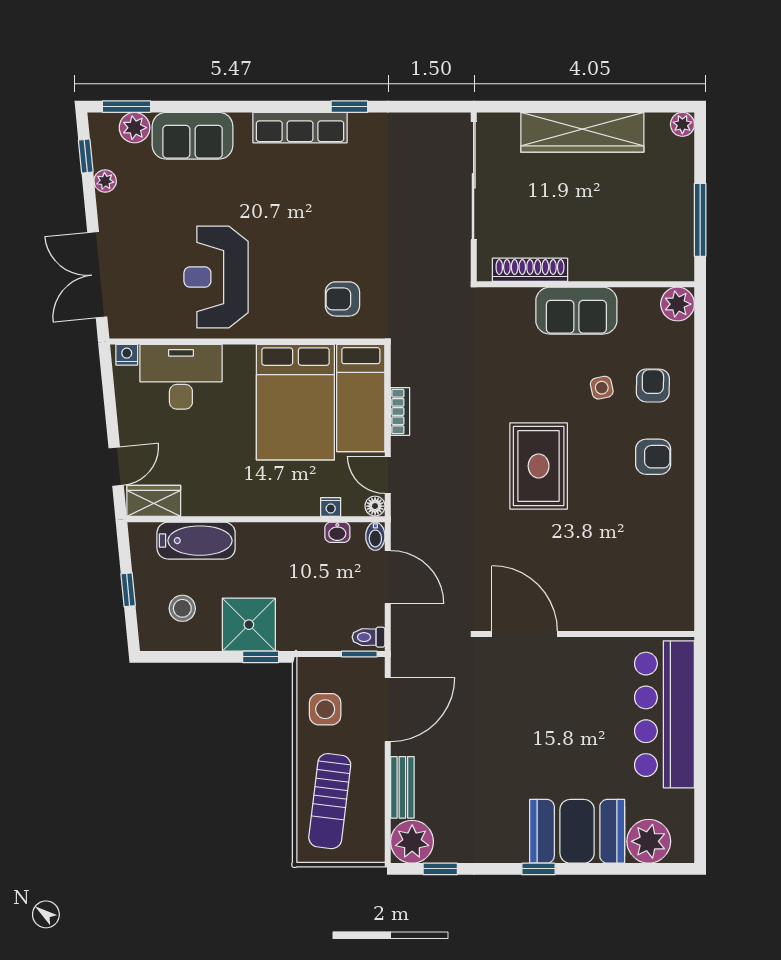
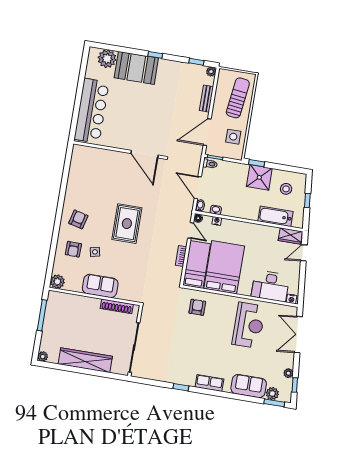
row of seats: (300, 128) -> (209, 383), width x0.68
double door: (97, 275) -> (298, 335), swing flipped
armchair: (342, 299) -> (197, 307), turned -90
armchair: (653, 457) -> (78, 219), turned 104
plant: (412, 842) -> (211, 72), width x0.53, depth x0.53

